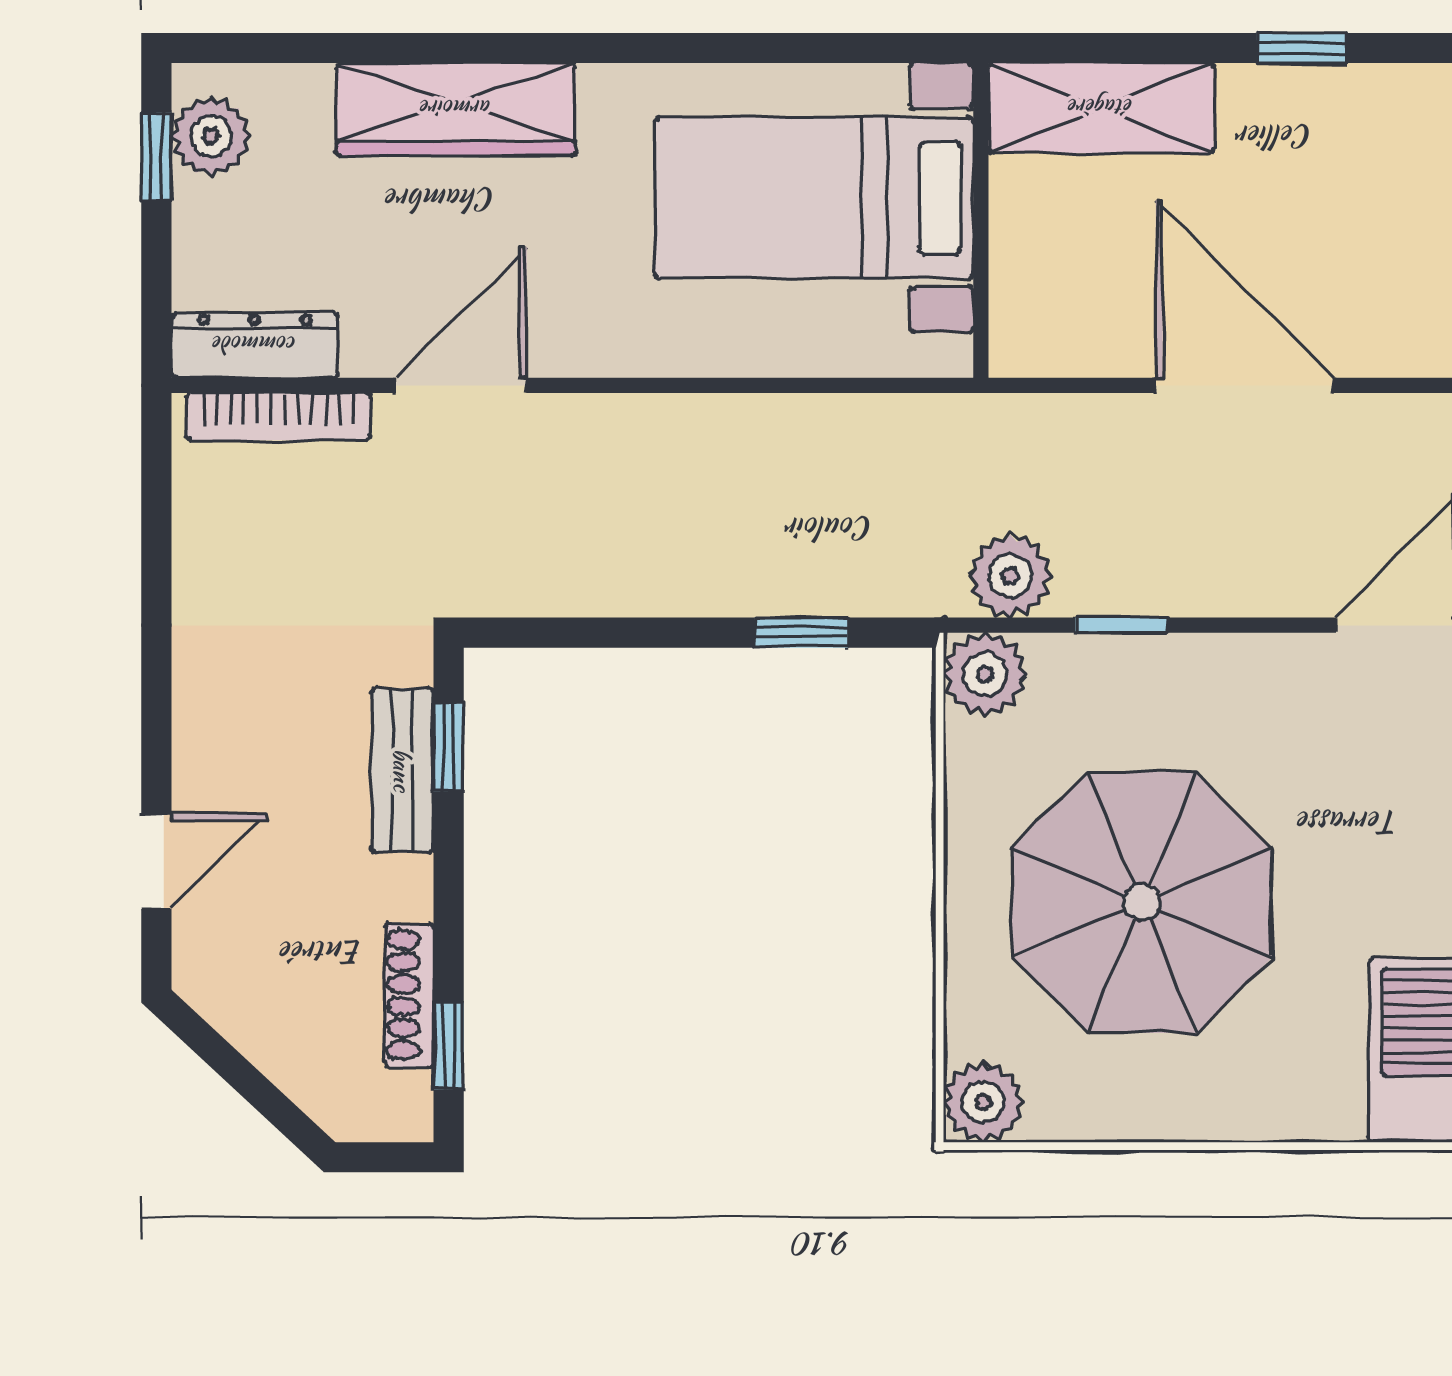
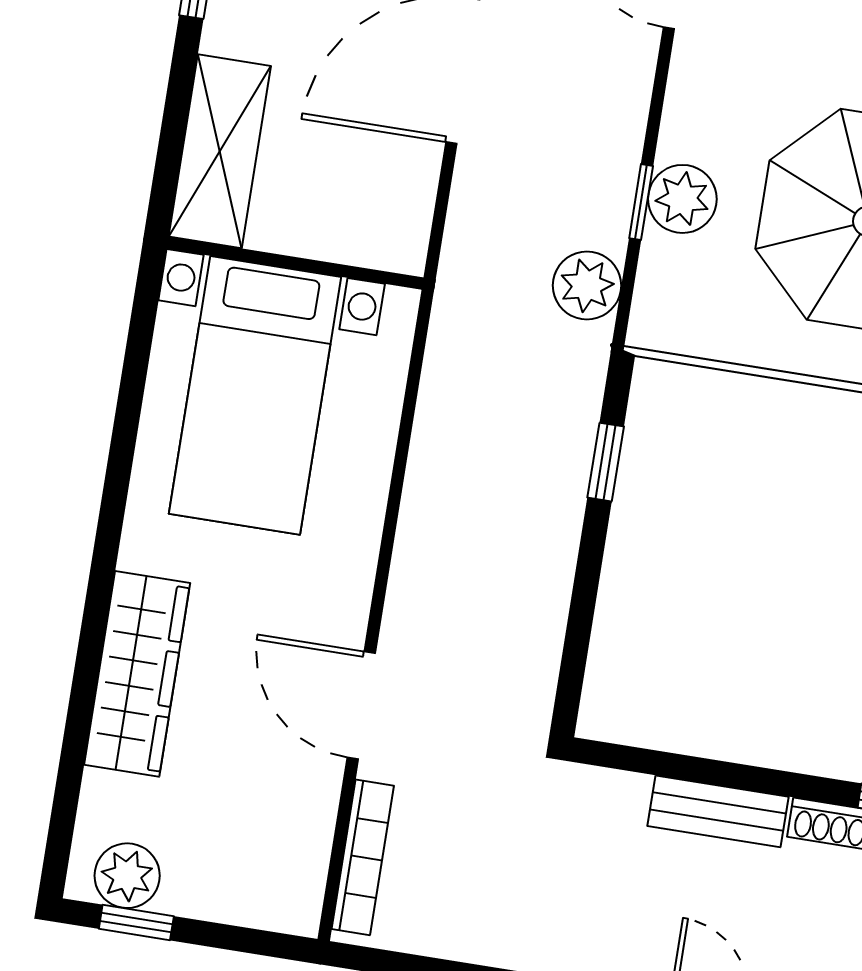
dresser: (255, 345) -> (302, 867), removed
plant: (985, 674) -> (682, 199), moved
window: (449, 747) -> (652, 762), removed
bench: (402, 770) -> (718, 811), moved

